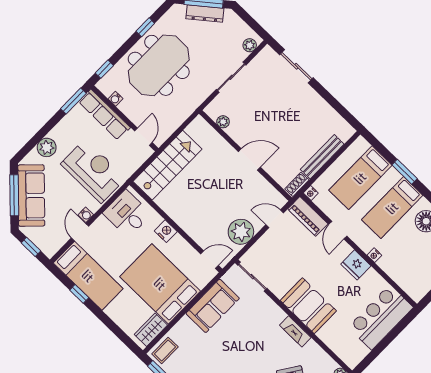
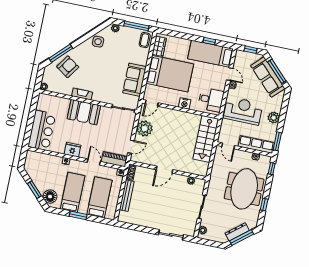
plant: (47, 147) -> (274, 118), moved
reception desk: (93, 171) -> (243, 111), turned 180

